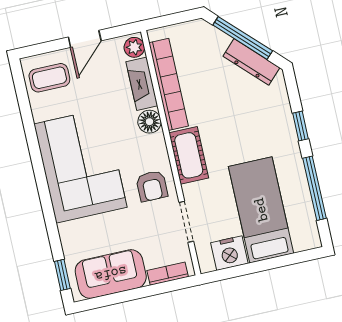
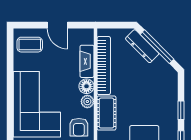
door: (85, 39) -> (57, 25), hinge flipped
plant: (134, 47) -> (87, 101), moved
dresser: (251, 62) -> (142, 46), moved

